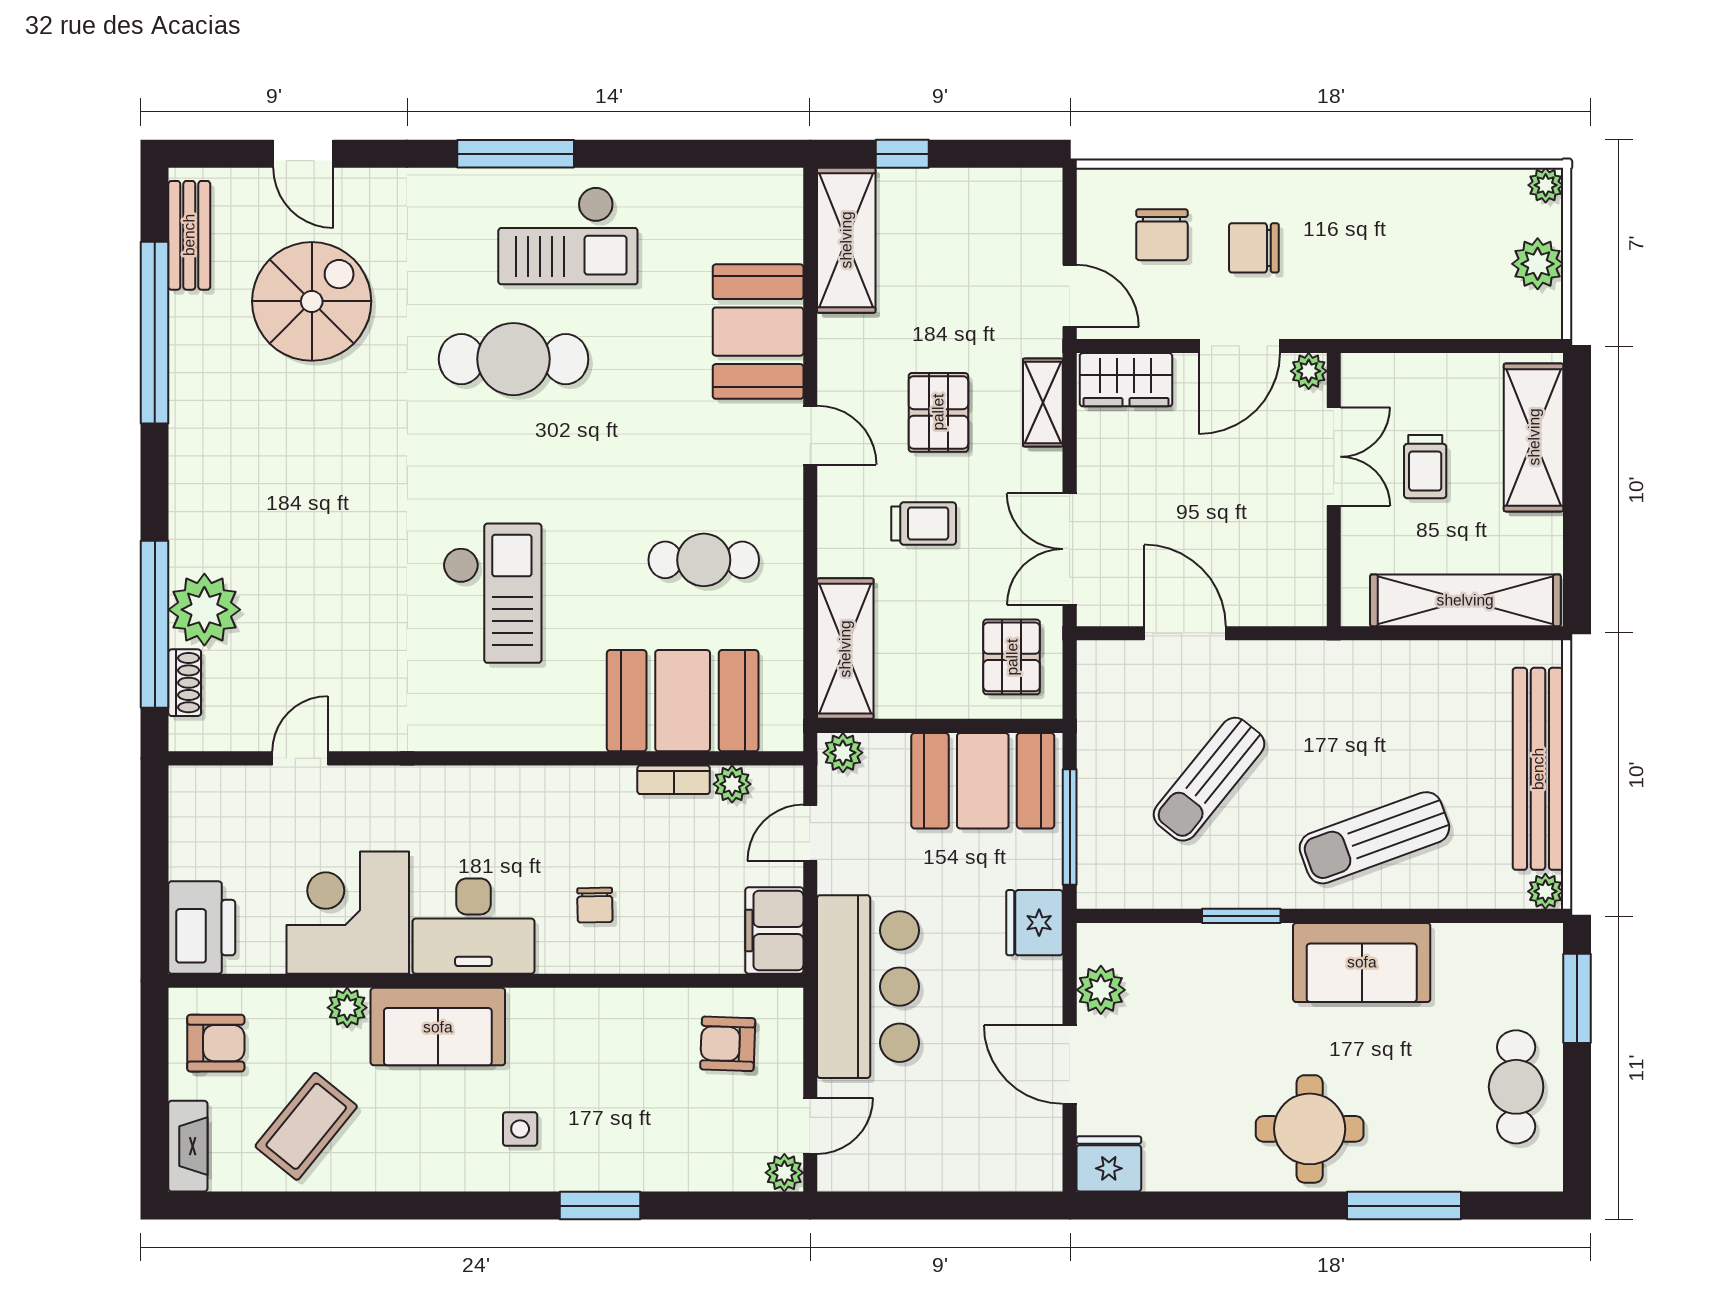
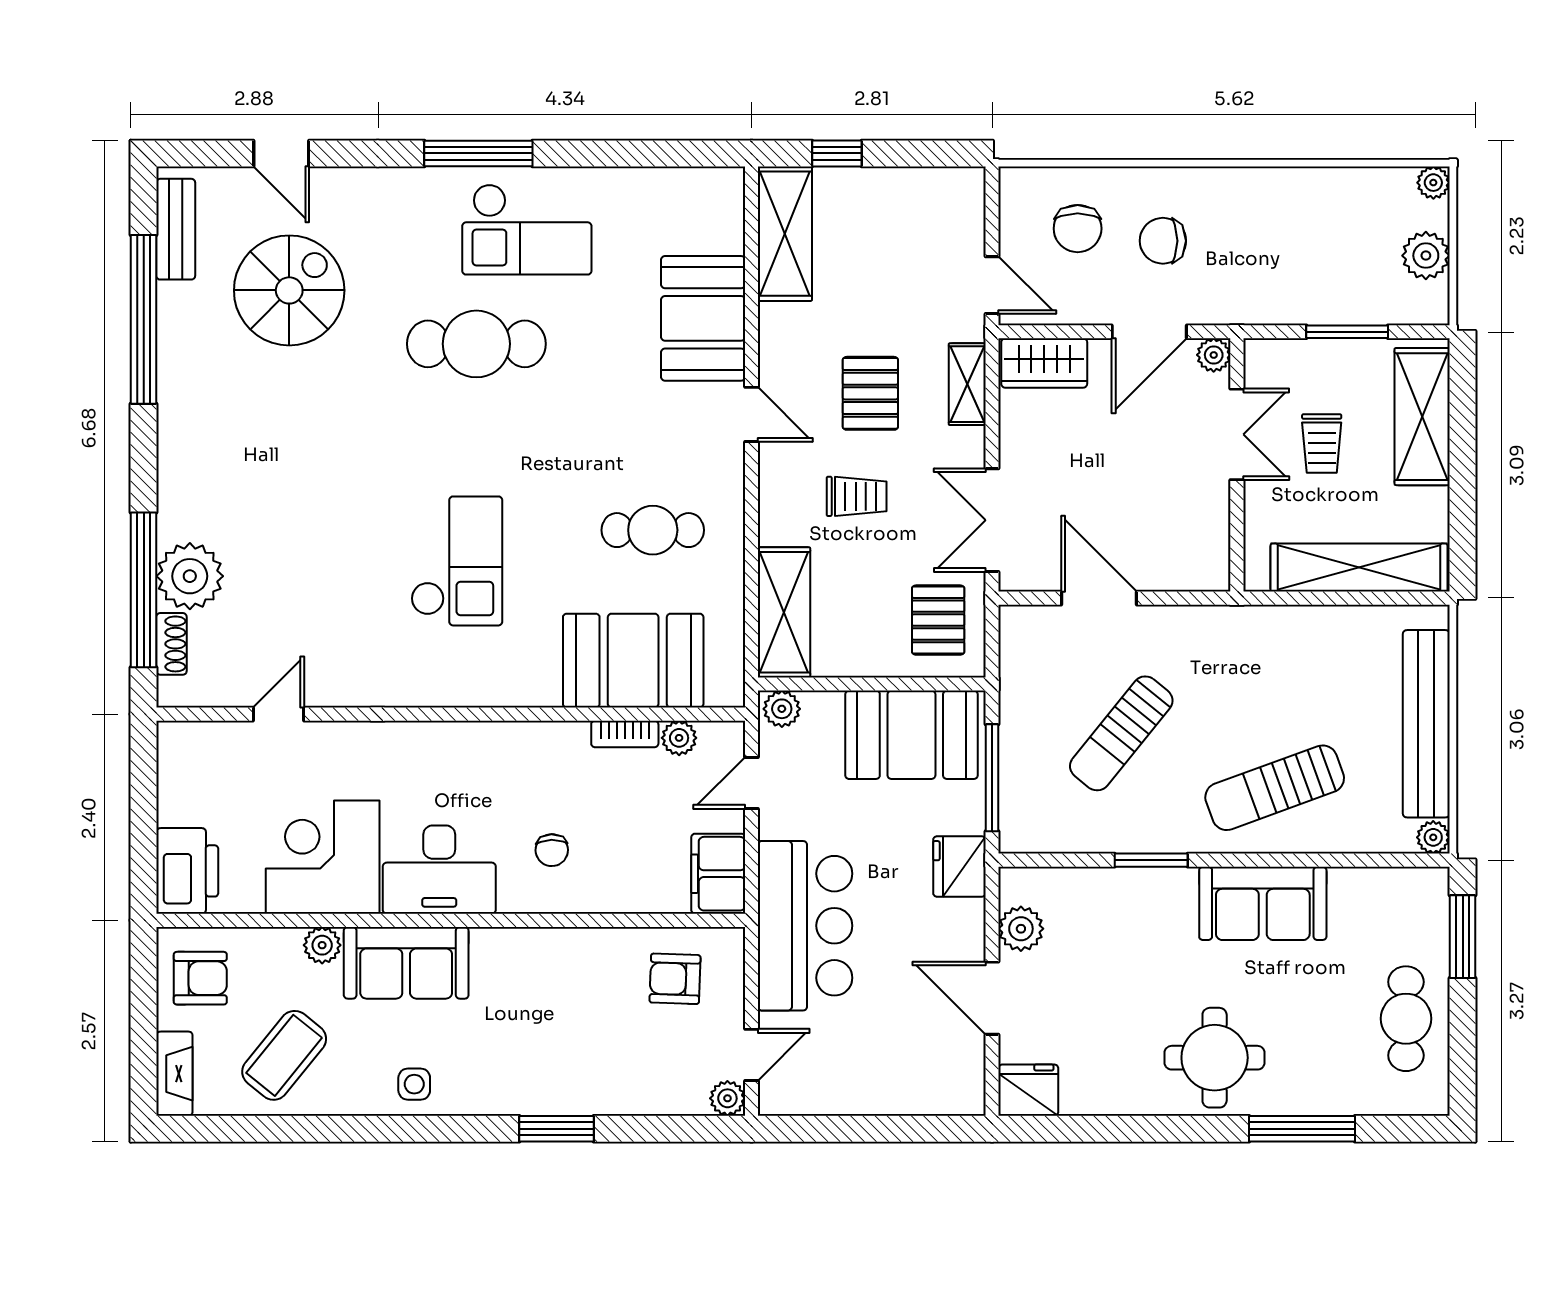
window: (1453, 346) -> (1347, 332), added
side table: (520, 1129) -> (414, 1084), moved

